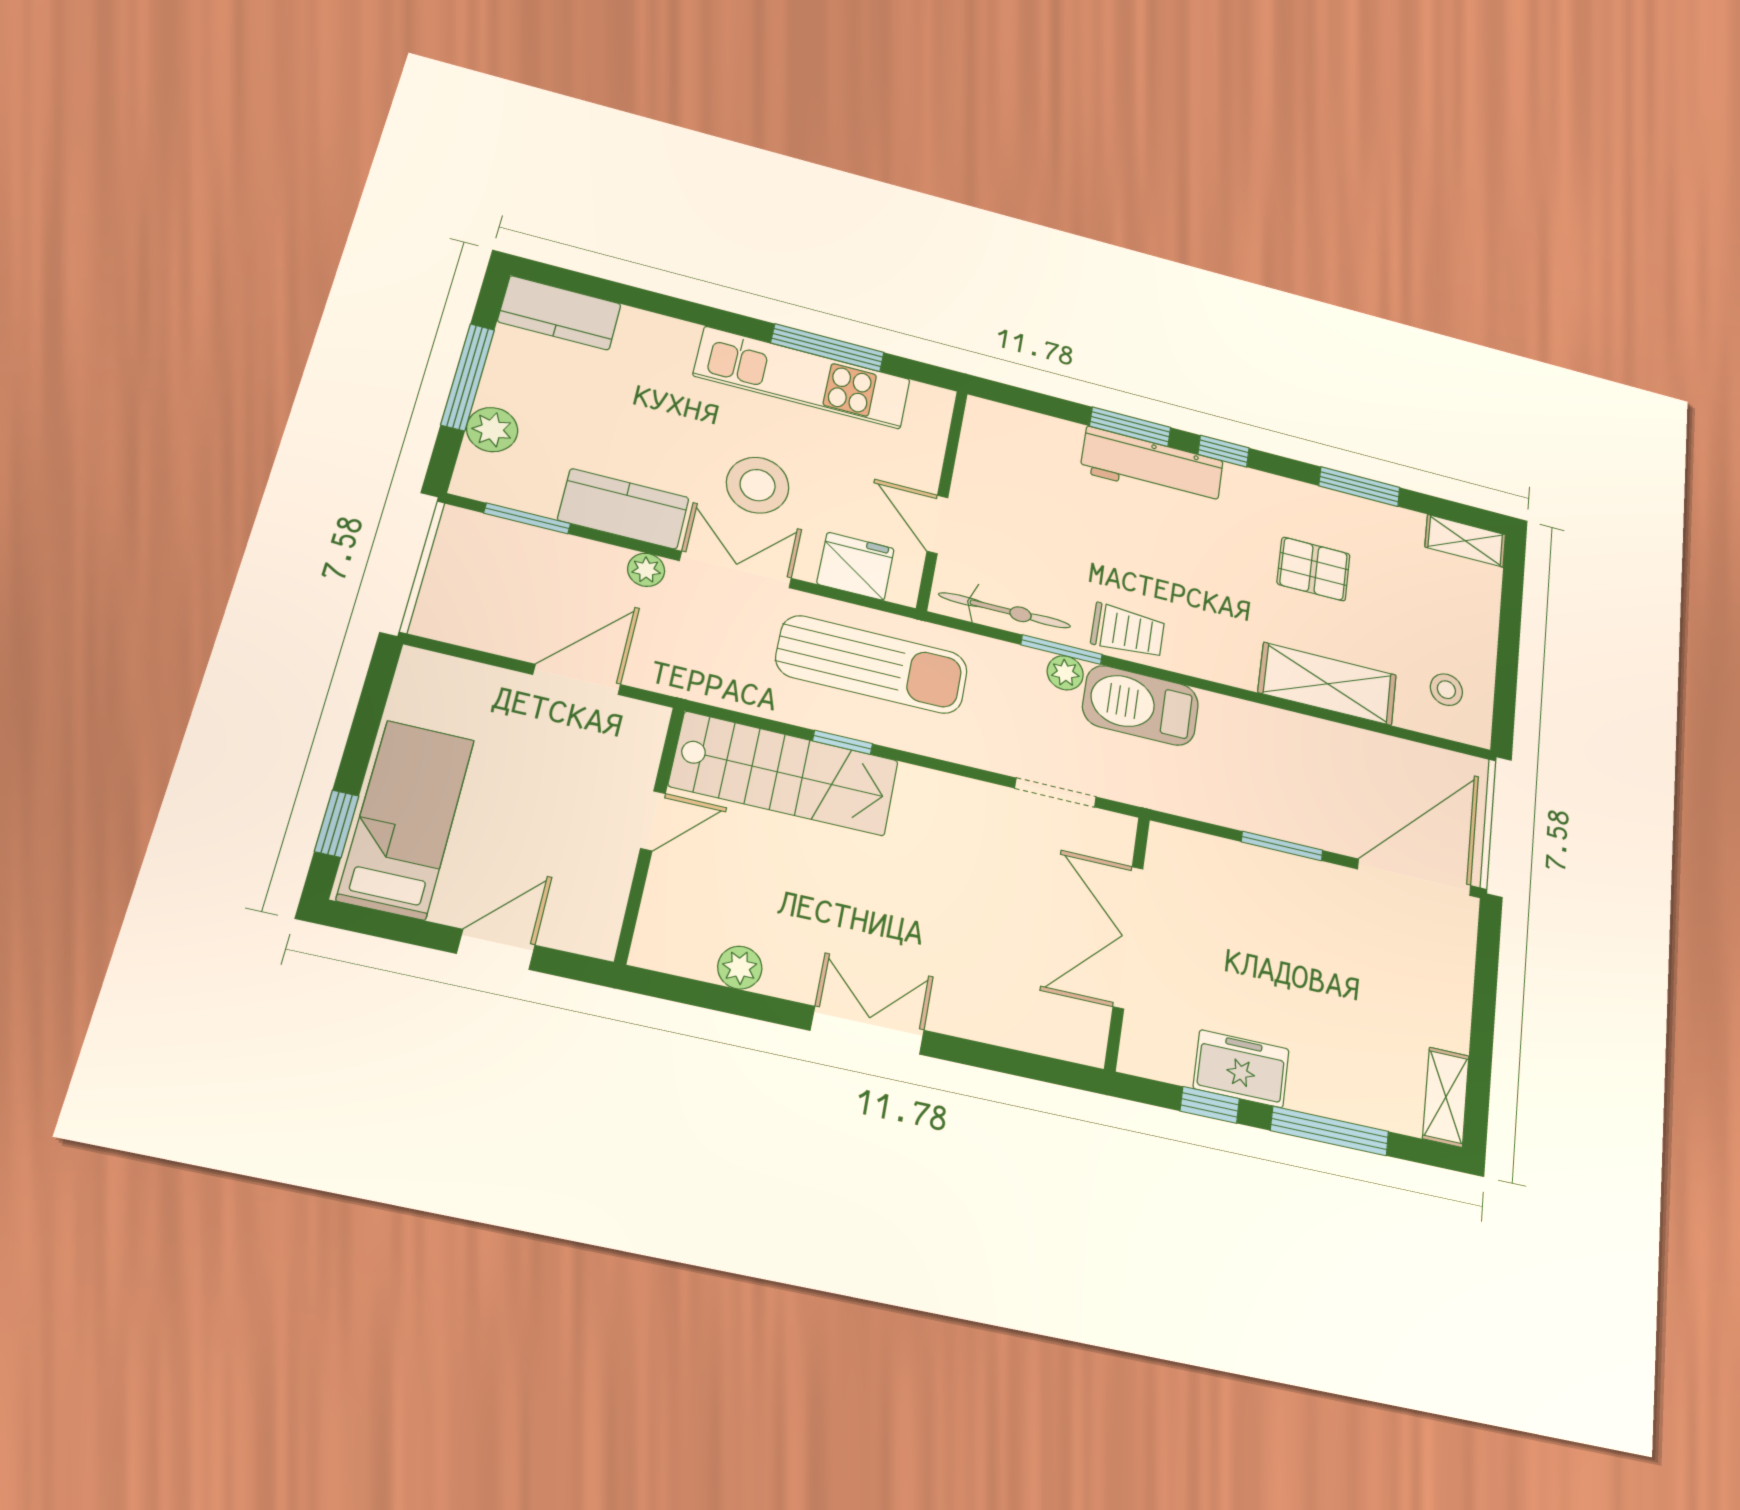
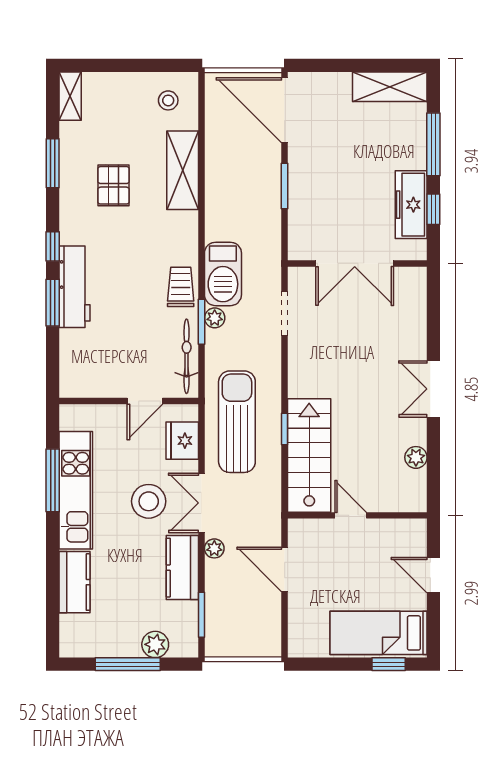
kitchen counter: (559, 313) -> (75, 582), moved
freezer: (1241, 1069) -> (411, 205), width x1.40
shelving: (1446, 1097) -> (390, 87), width x1.50, depth x1.33

